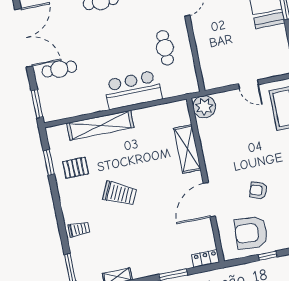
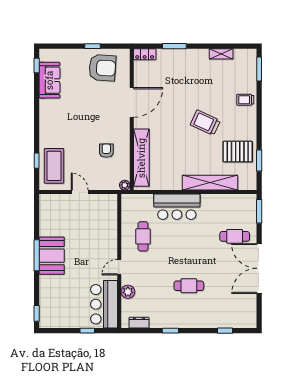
plant: (204, 107) -> (125, 185), width x0.53, depth x0.53
shelving: (187, 149) -> (141, 158), width x1.47
pallet: (76, 168) -> (238, 152), width x1.50, depth x1.42
armchair: (258, 190) -> (106, 151), moved, turned -109

